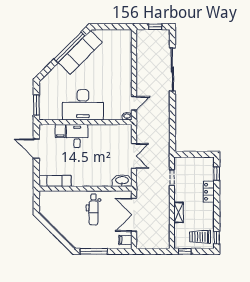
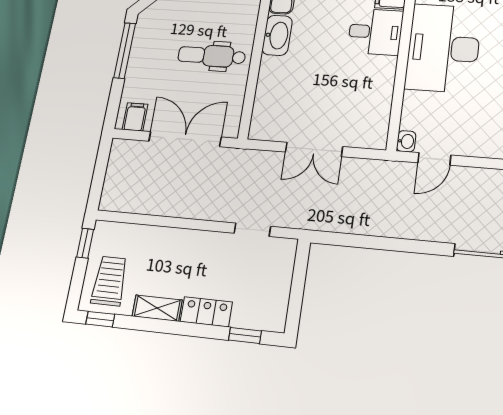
door: (134, 103) -> (434, 159), hinge flipped
washbasin: (122, 181) -> (277, 35), moved
shelving: (179, 212) -> (157, 308), moved

